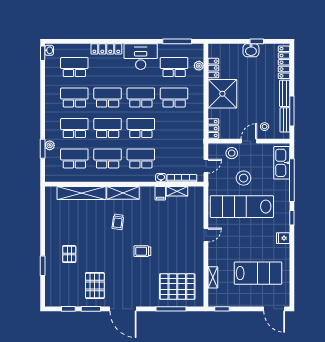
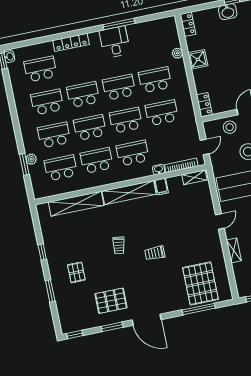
window: (177, 41) -> (119, 24), moved
desk: (141, 57) -> (115, 42), width x0.73
plant: (199, 66) -> (177, 53), moved
school desk: (174, 67) -> (162, 113), moved
locker: (213, 68) -> (188, 24), moved
shower: (222, 94) -> (198, 59), width x0.54, depth x0.54
shelving: (177, 191) -> (194, 177), moved
shelving: (123, 193) -> (129, 193), width x1.47
trolley: (118, 222) -> (119, 245), moved
window: (43, 230) -> (42, 252), added
shelving: (213, 277) -> (234, 250), moved
pallet: (95, 285) -> (111, 301), turned 90
pallet: (177, 287) -> (200, 284), turned 90
window: (68, 309) -> (75, 334), moved

